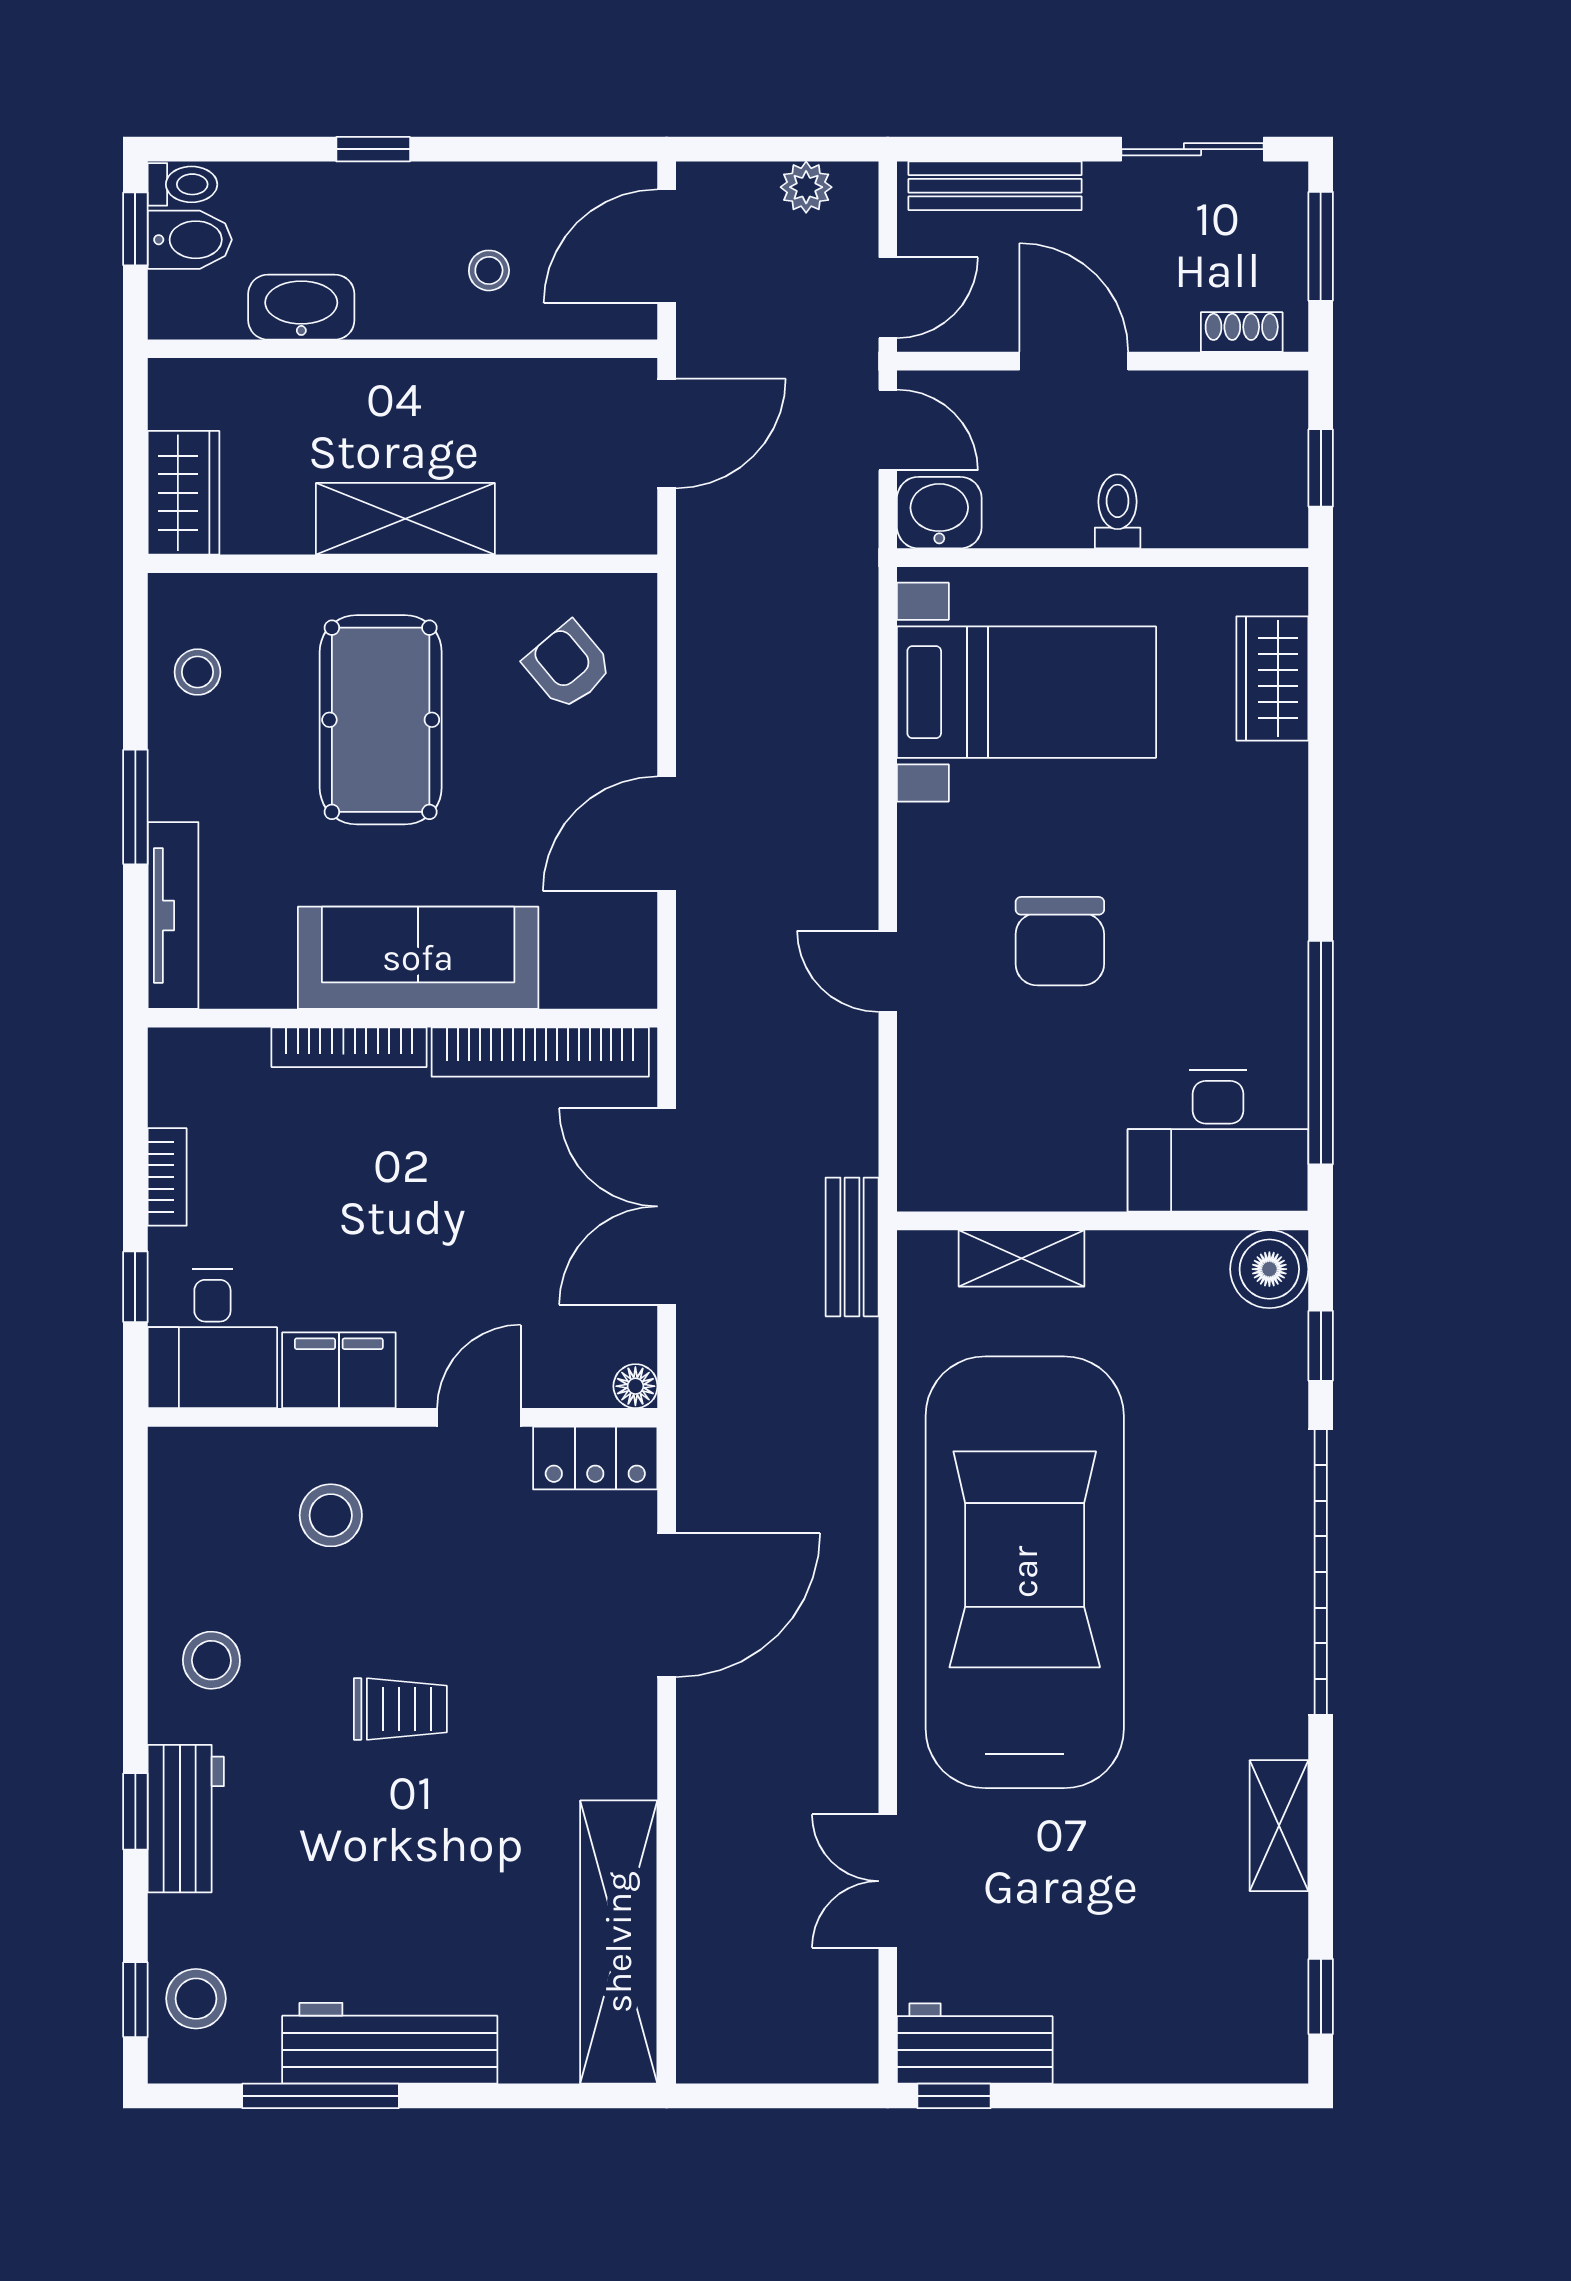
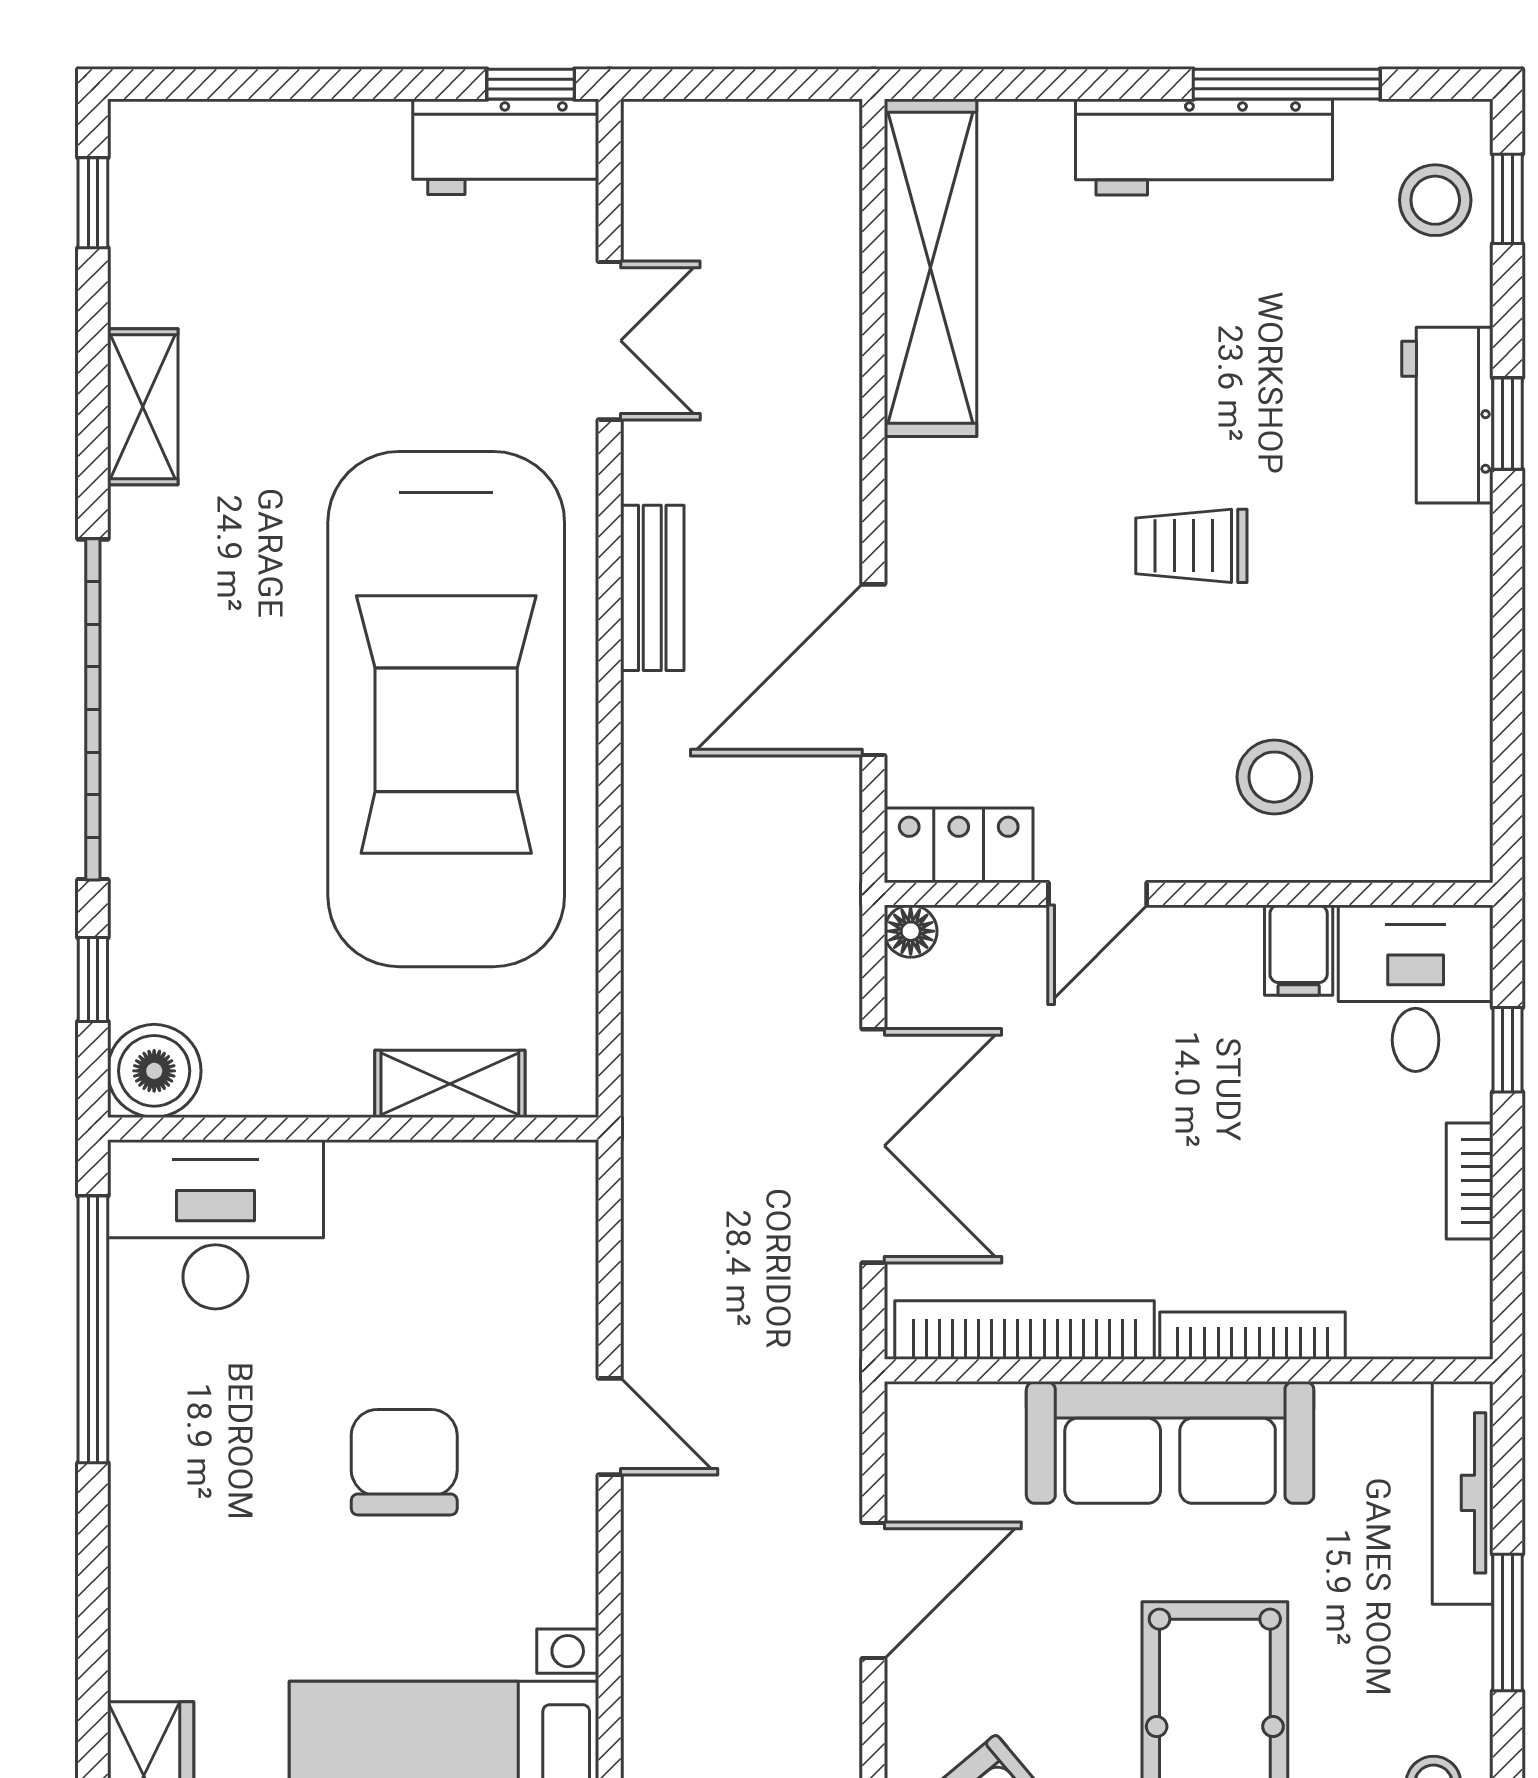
bench: (852, 1247) -> (652, 588), moved
filing cabinet: (339, 1370) -> (1299, 950), width x0.50
stool: (211, 1660) -> (1417, 604), removed

